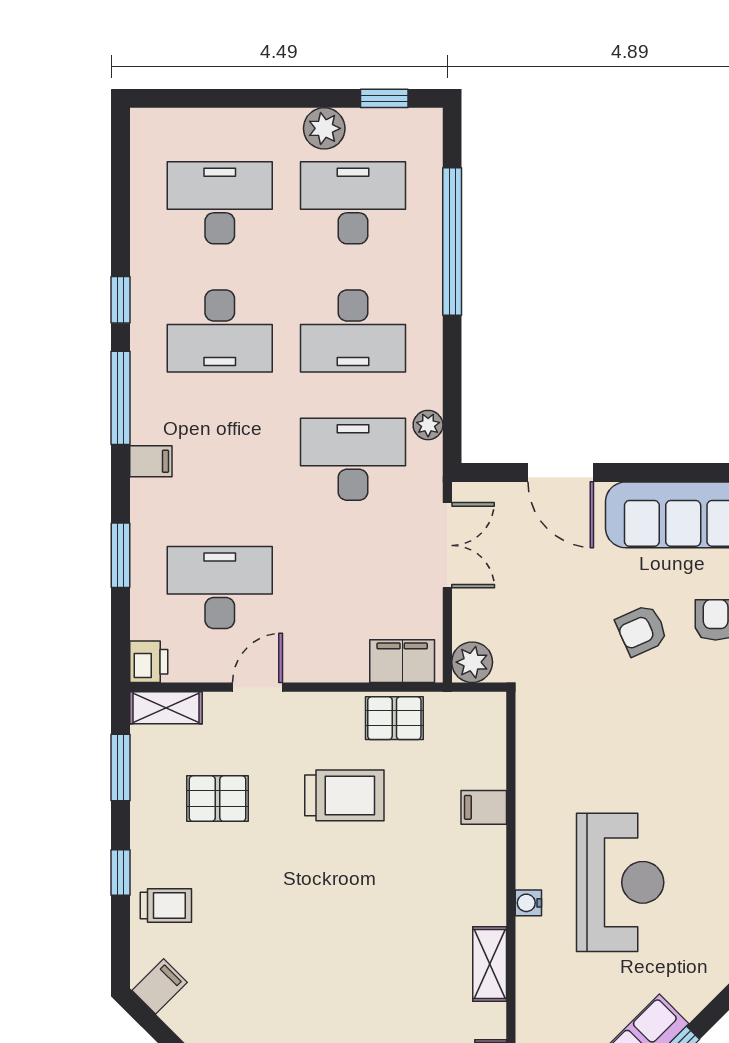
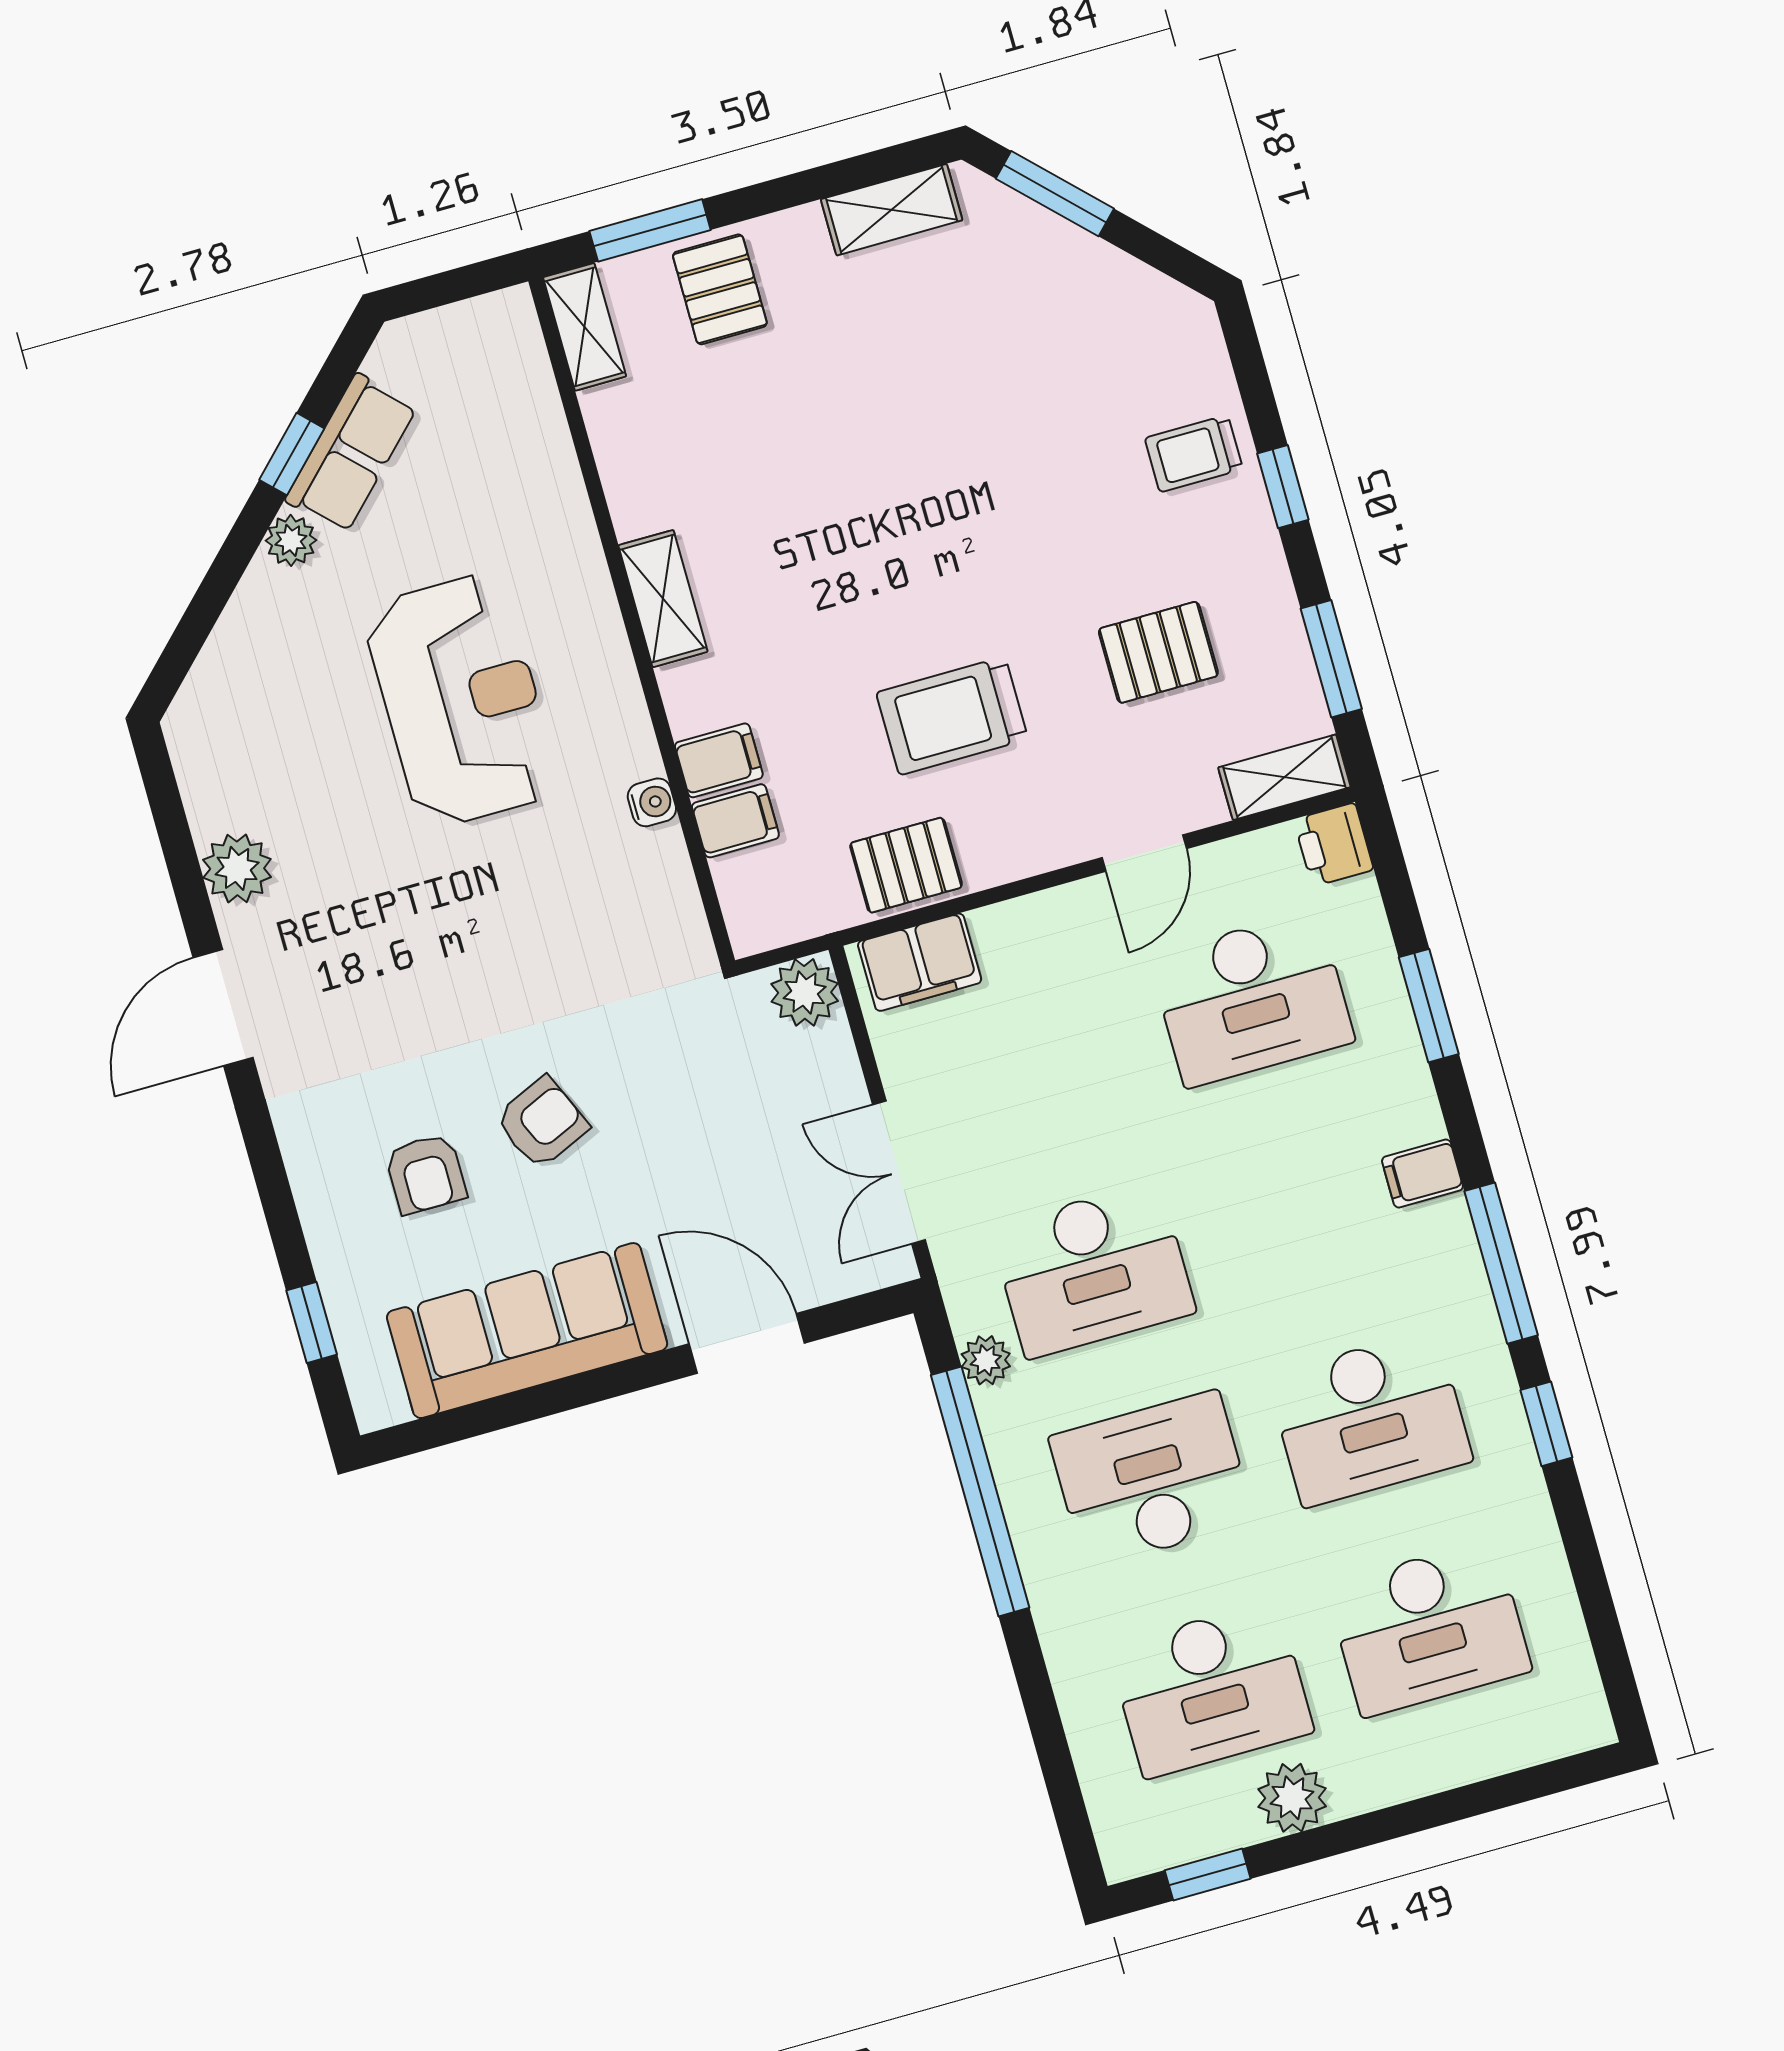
window: (452, 242) -> (980, 1491), moved
desk: (220, 331) -> (1370, 1418), turned 180
reception desk: (620, 882) -> (461, 700), turned 180
water cooler: (528, 903) -> (652, 802), moved
shelving: (490, 964) -> (663, 599), moved
filing cabinet: (160, 986) -> (735, 821), moved, turned -135
plant: (691, 1000) -> (291, 540), added

